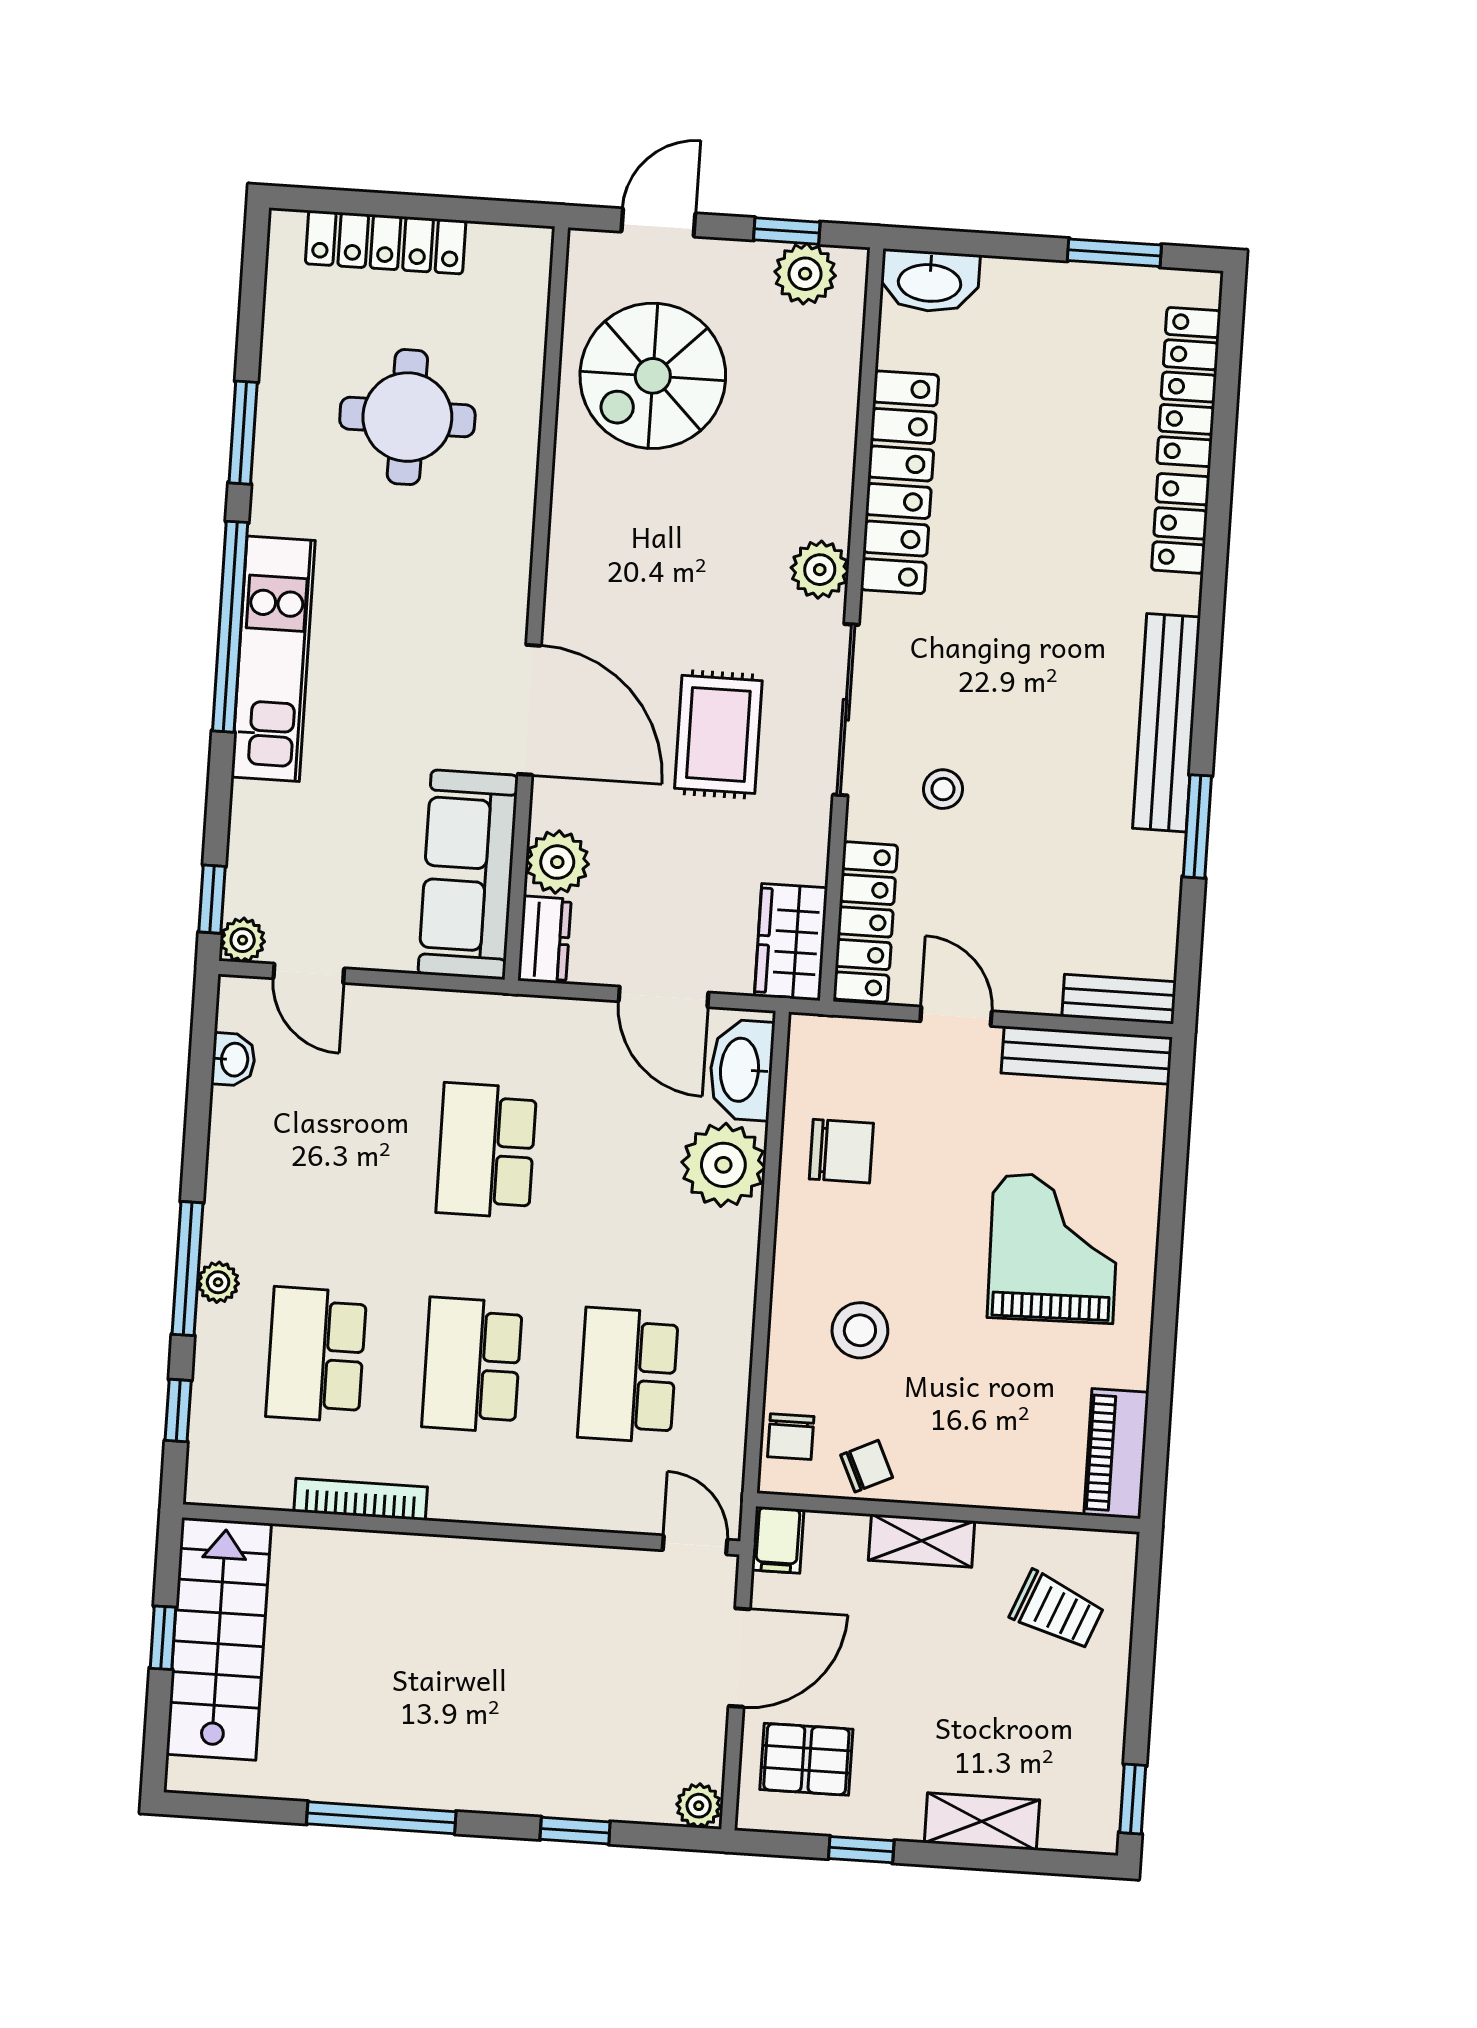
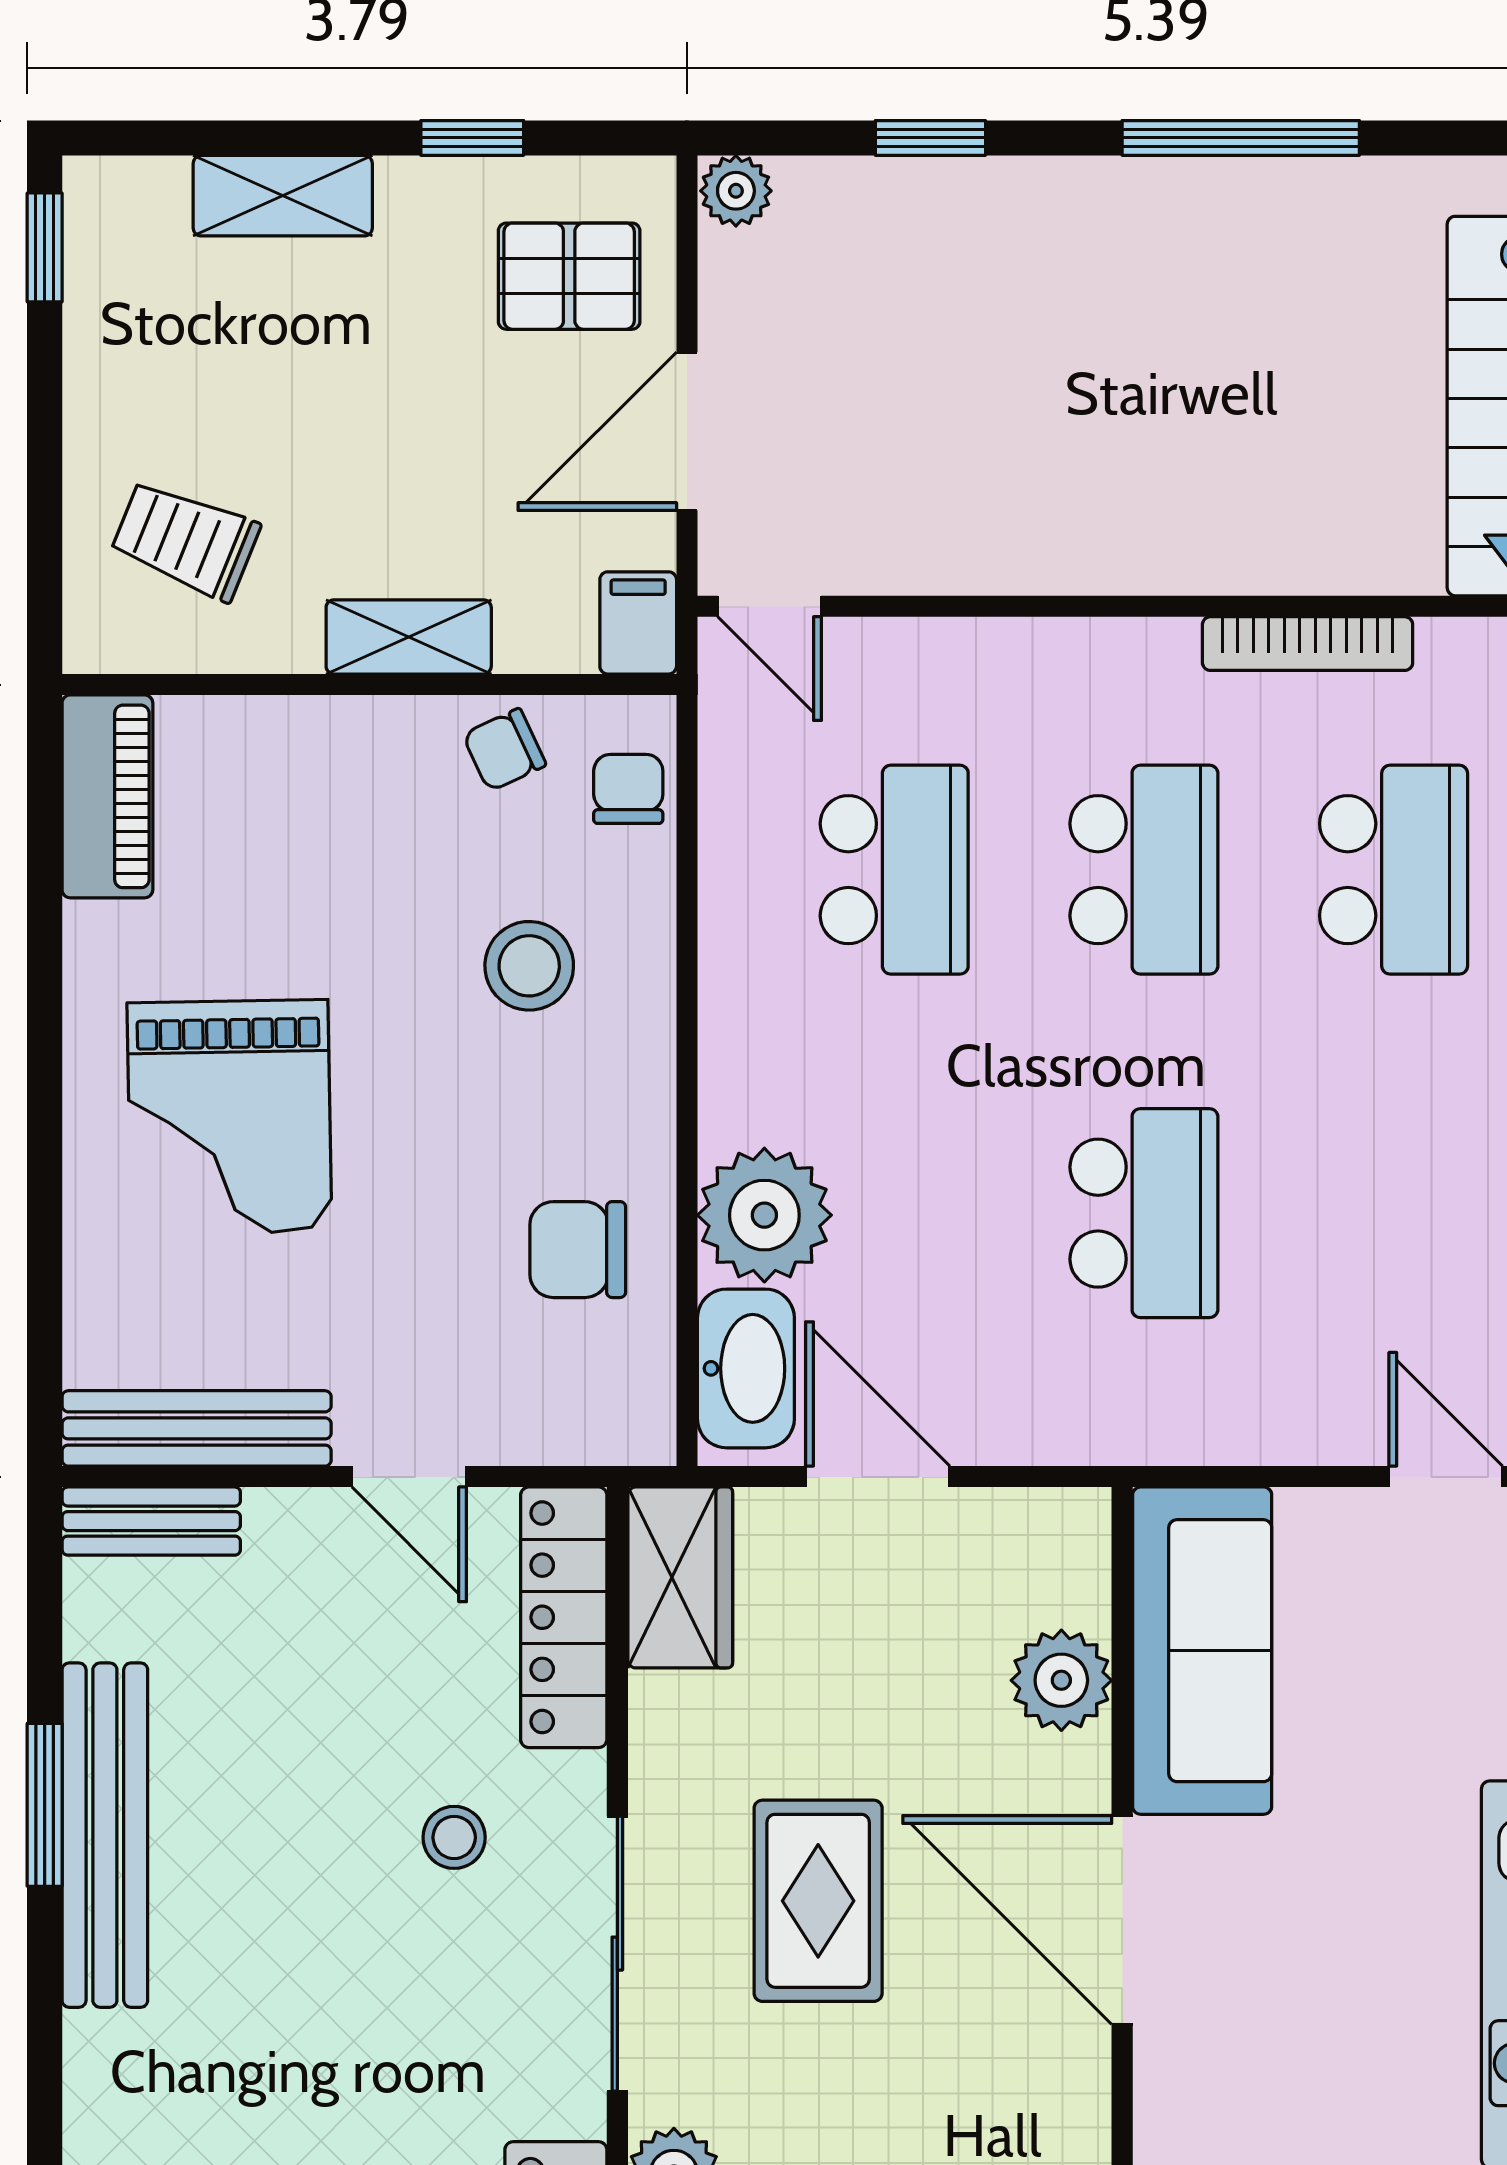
bench: (1166, 723) -> (105, 1835), moved
dresser: (545, 940) -> (1073, 1555), removed

